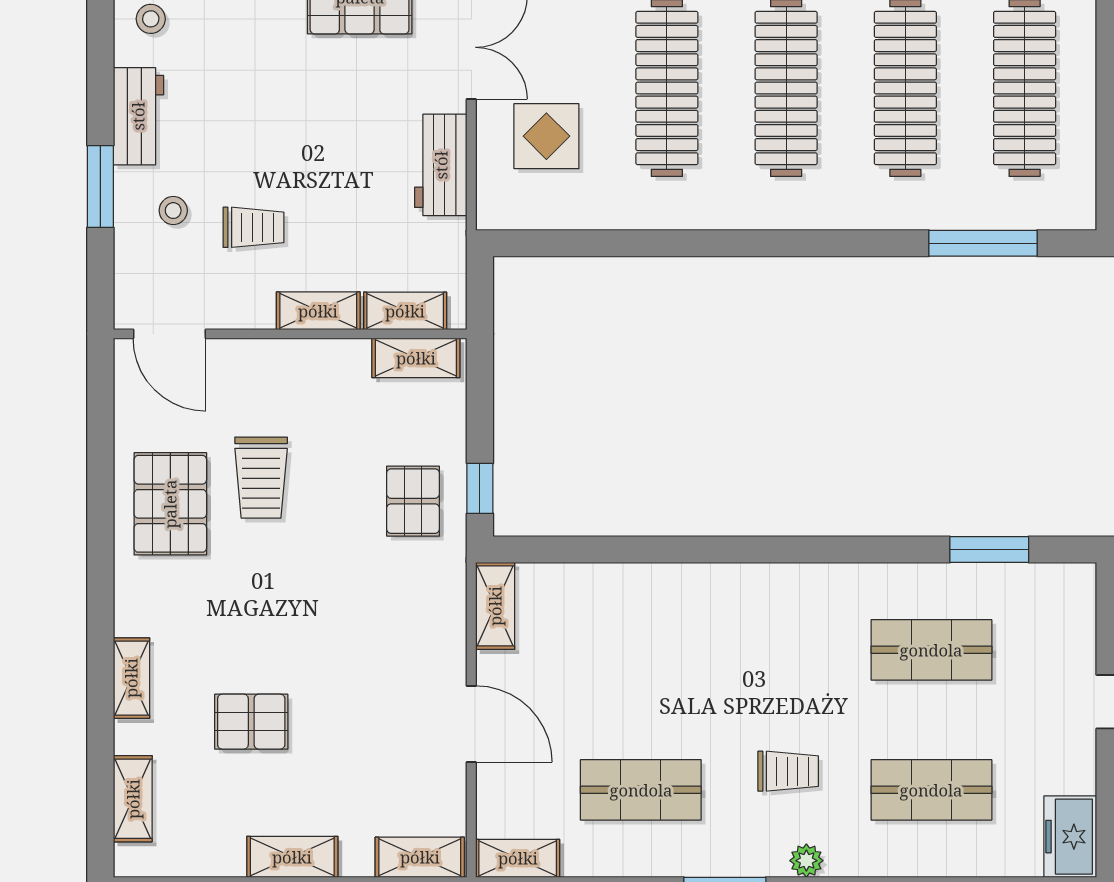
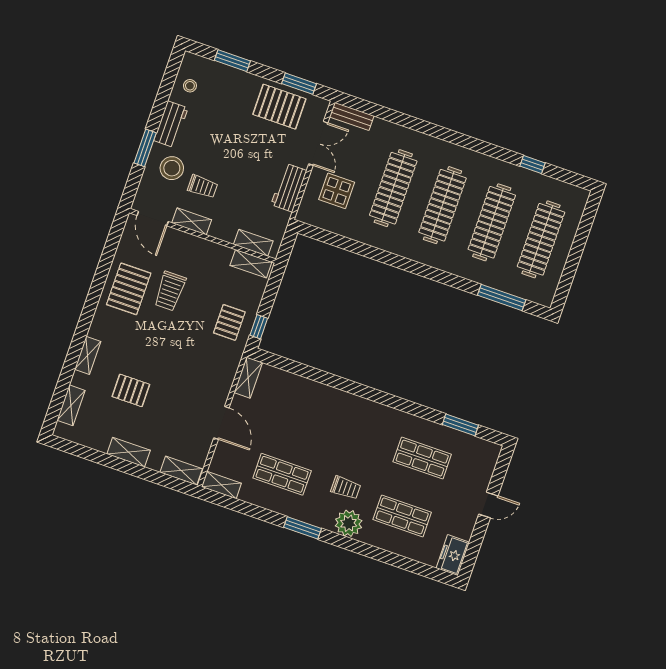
stool: (173, 211) -> (172, 168), width x1.89, depth x1.89
shelving: (318, 311) -> (192, 221), moved
plant: (806, 861) -> (349, 523), width x1.87, depth x1.87

